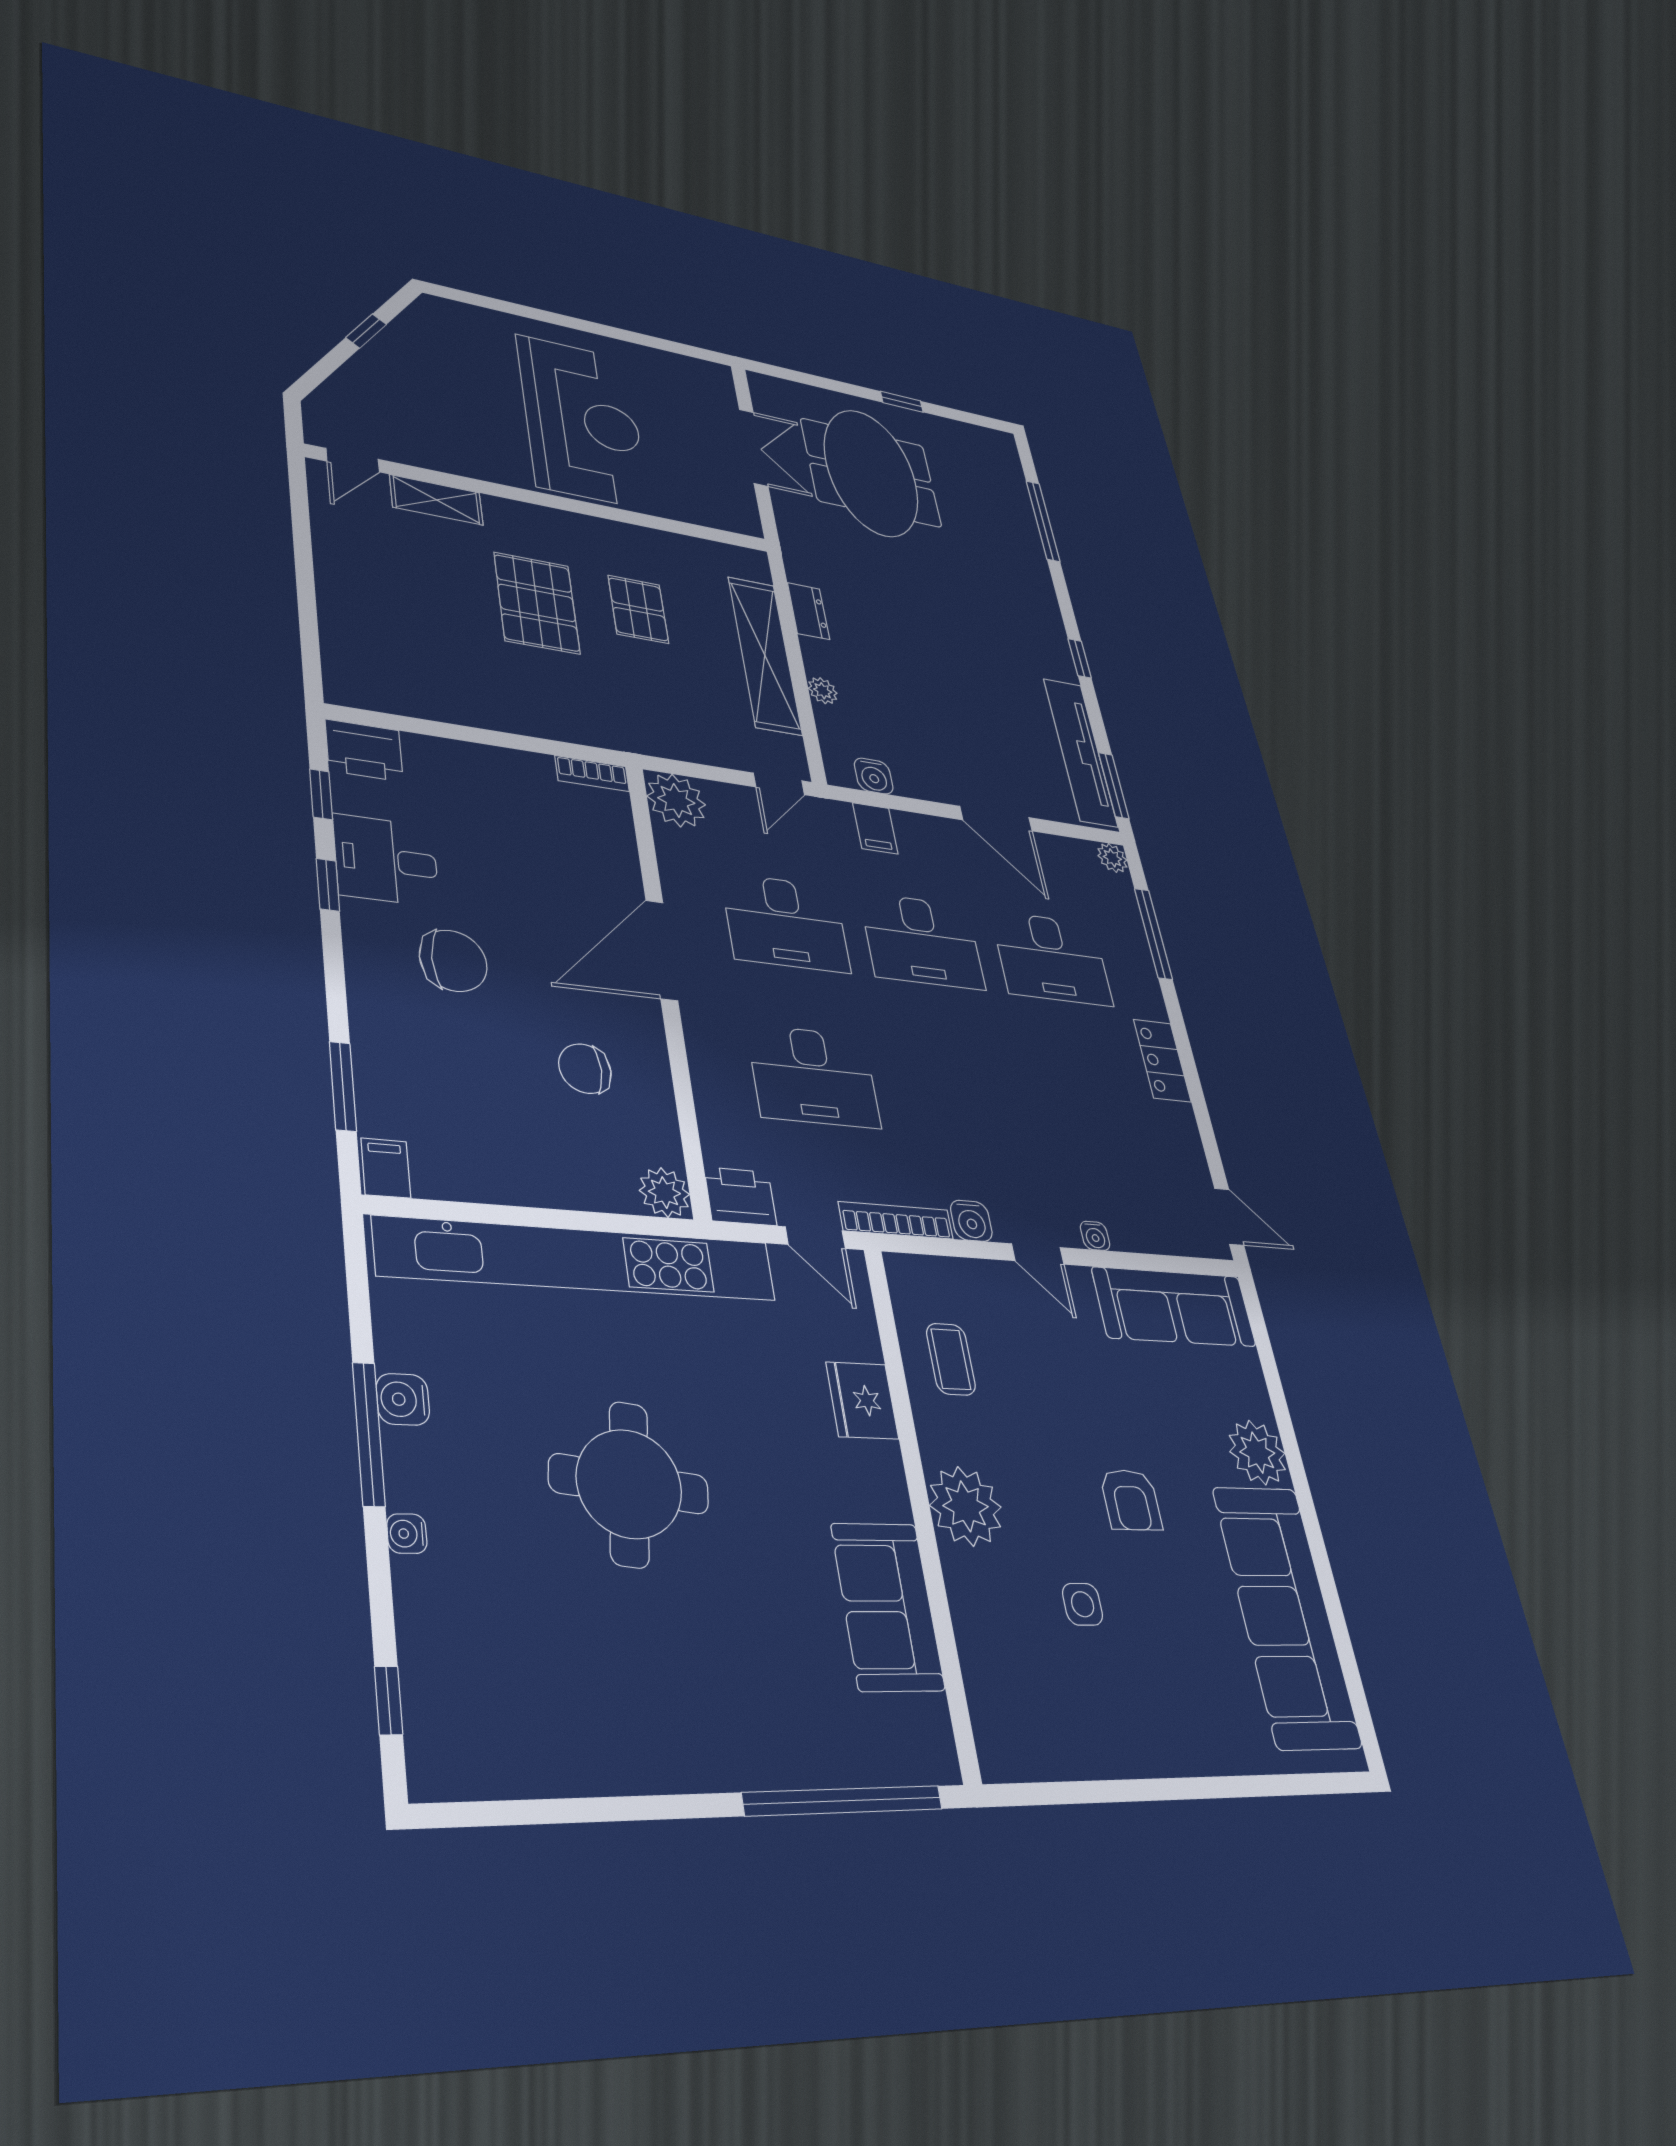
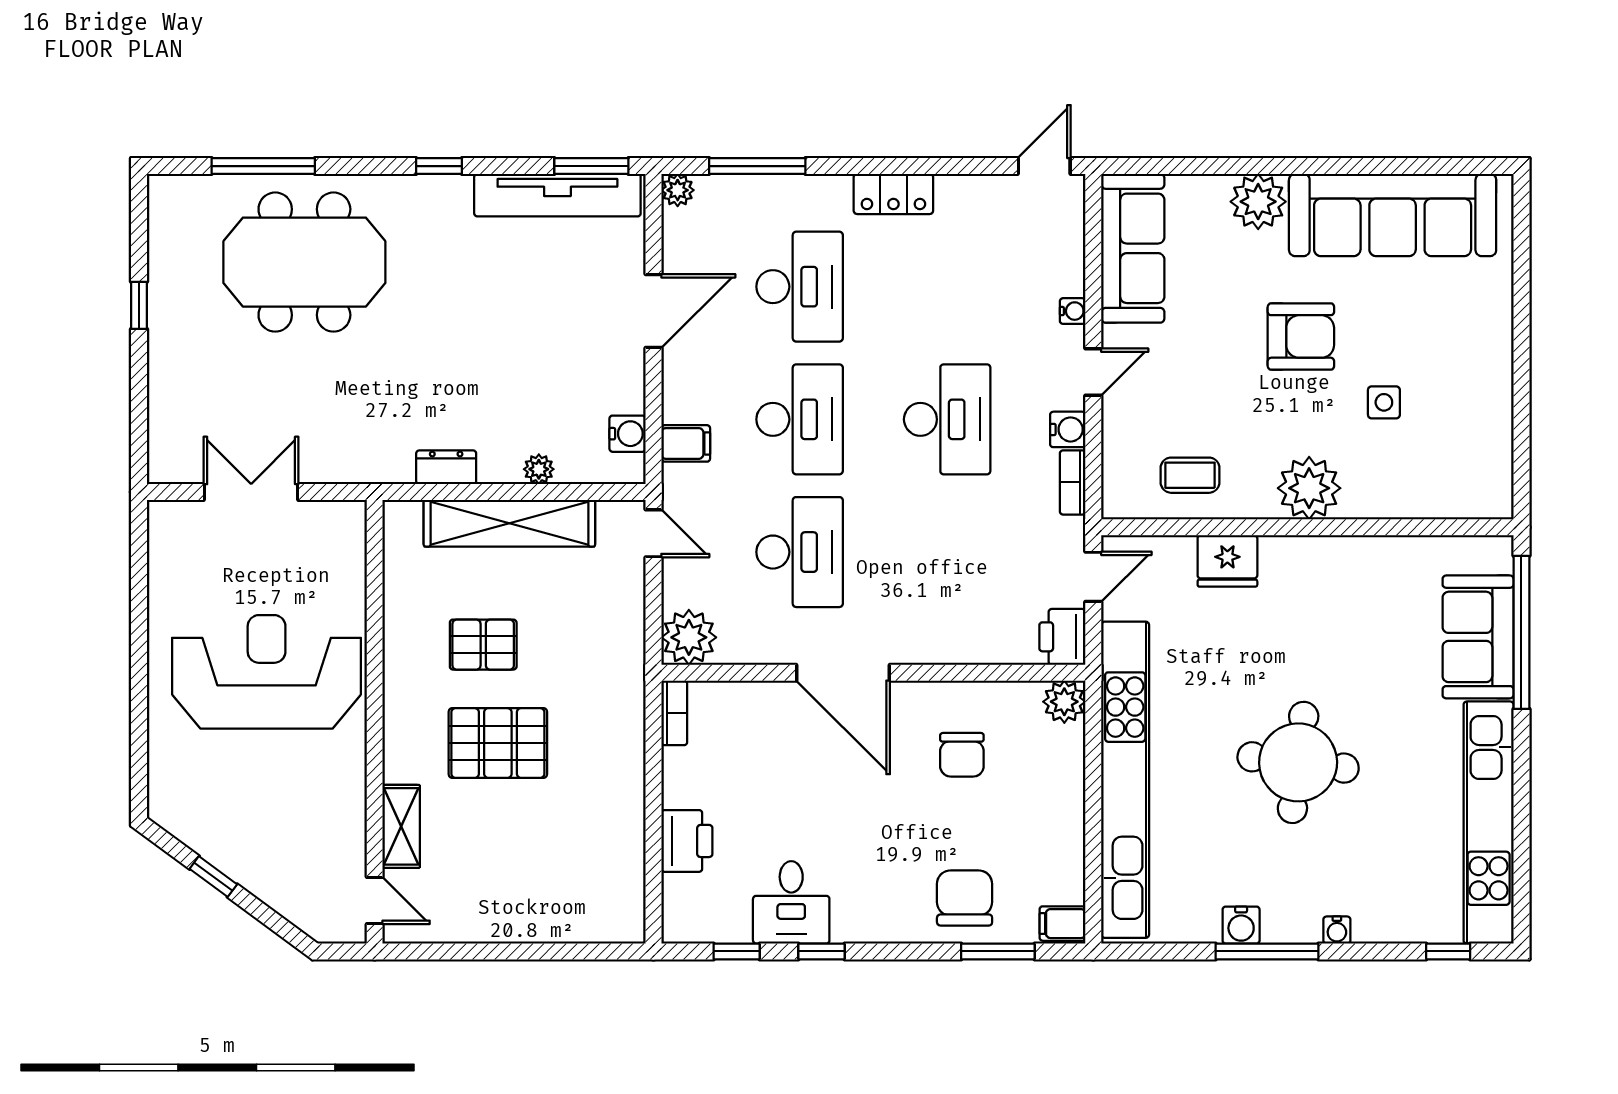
meeting table: (871, 473) -> (304, 262), moved
printer: (364, 750) -> (687, 841), moved
chair: (453, 961) -> (965, 898), moved
desk: (814, 1076) -> (947, 419), moved
bookcase: (896, 1220) -> (1073, 482), width x0.64
armchair: (1131, 1500) -> (1301, 336), width x1.38, depth x1.38
sofa: (887, 1606) -> (1478, 637), moved, turned 90
kitchen unit: (581, 1759) -> (1489, 823), added

